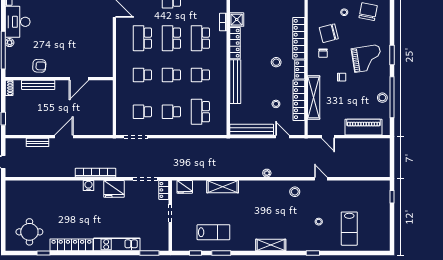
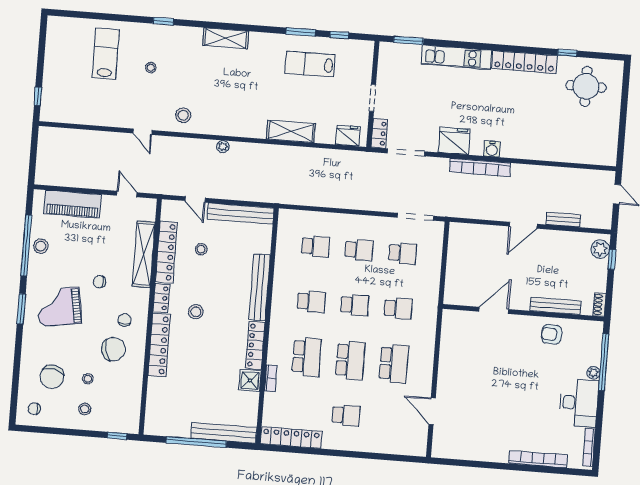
school desk: (200, 112) -> (315, 246), width x0.54
plant: (12, 125) -> (600, 249), added

